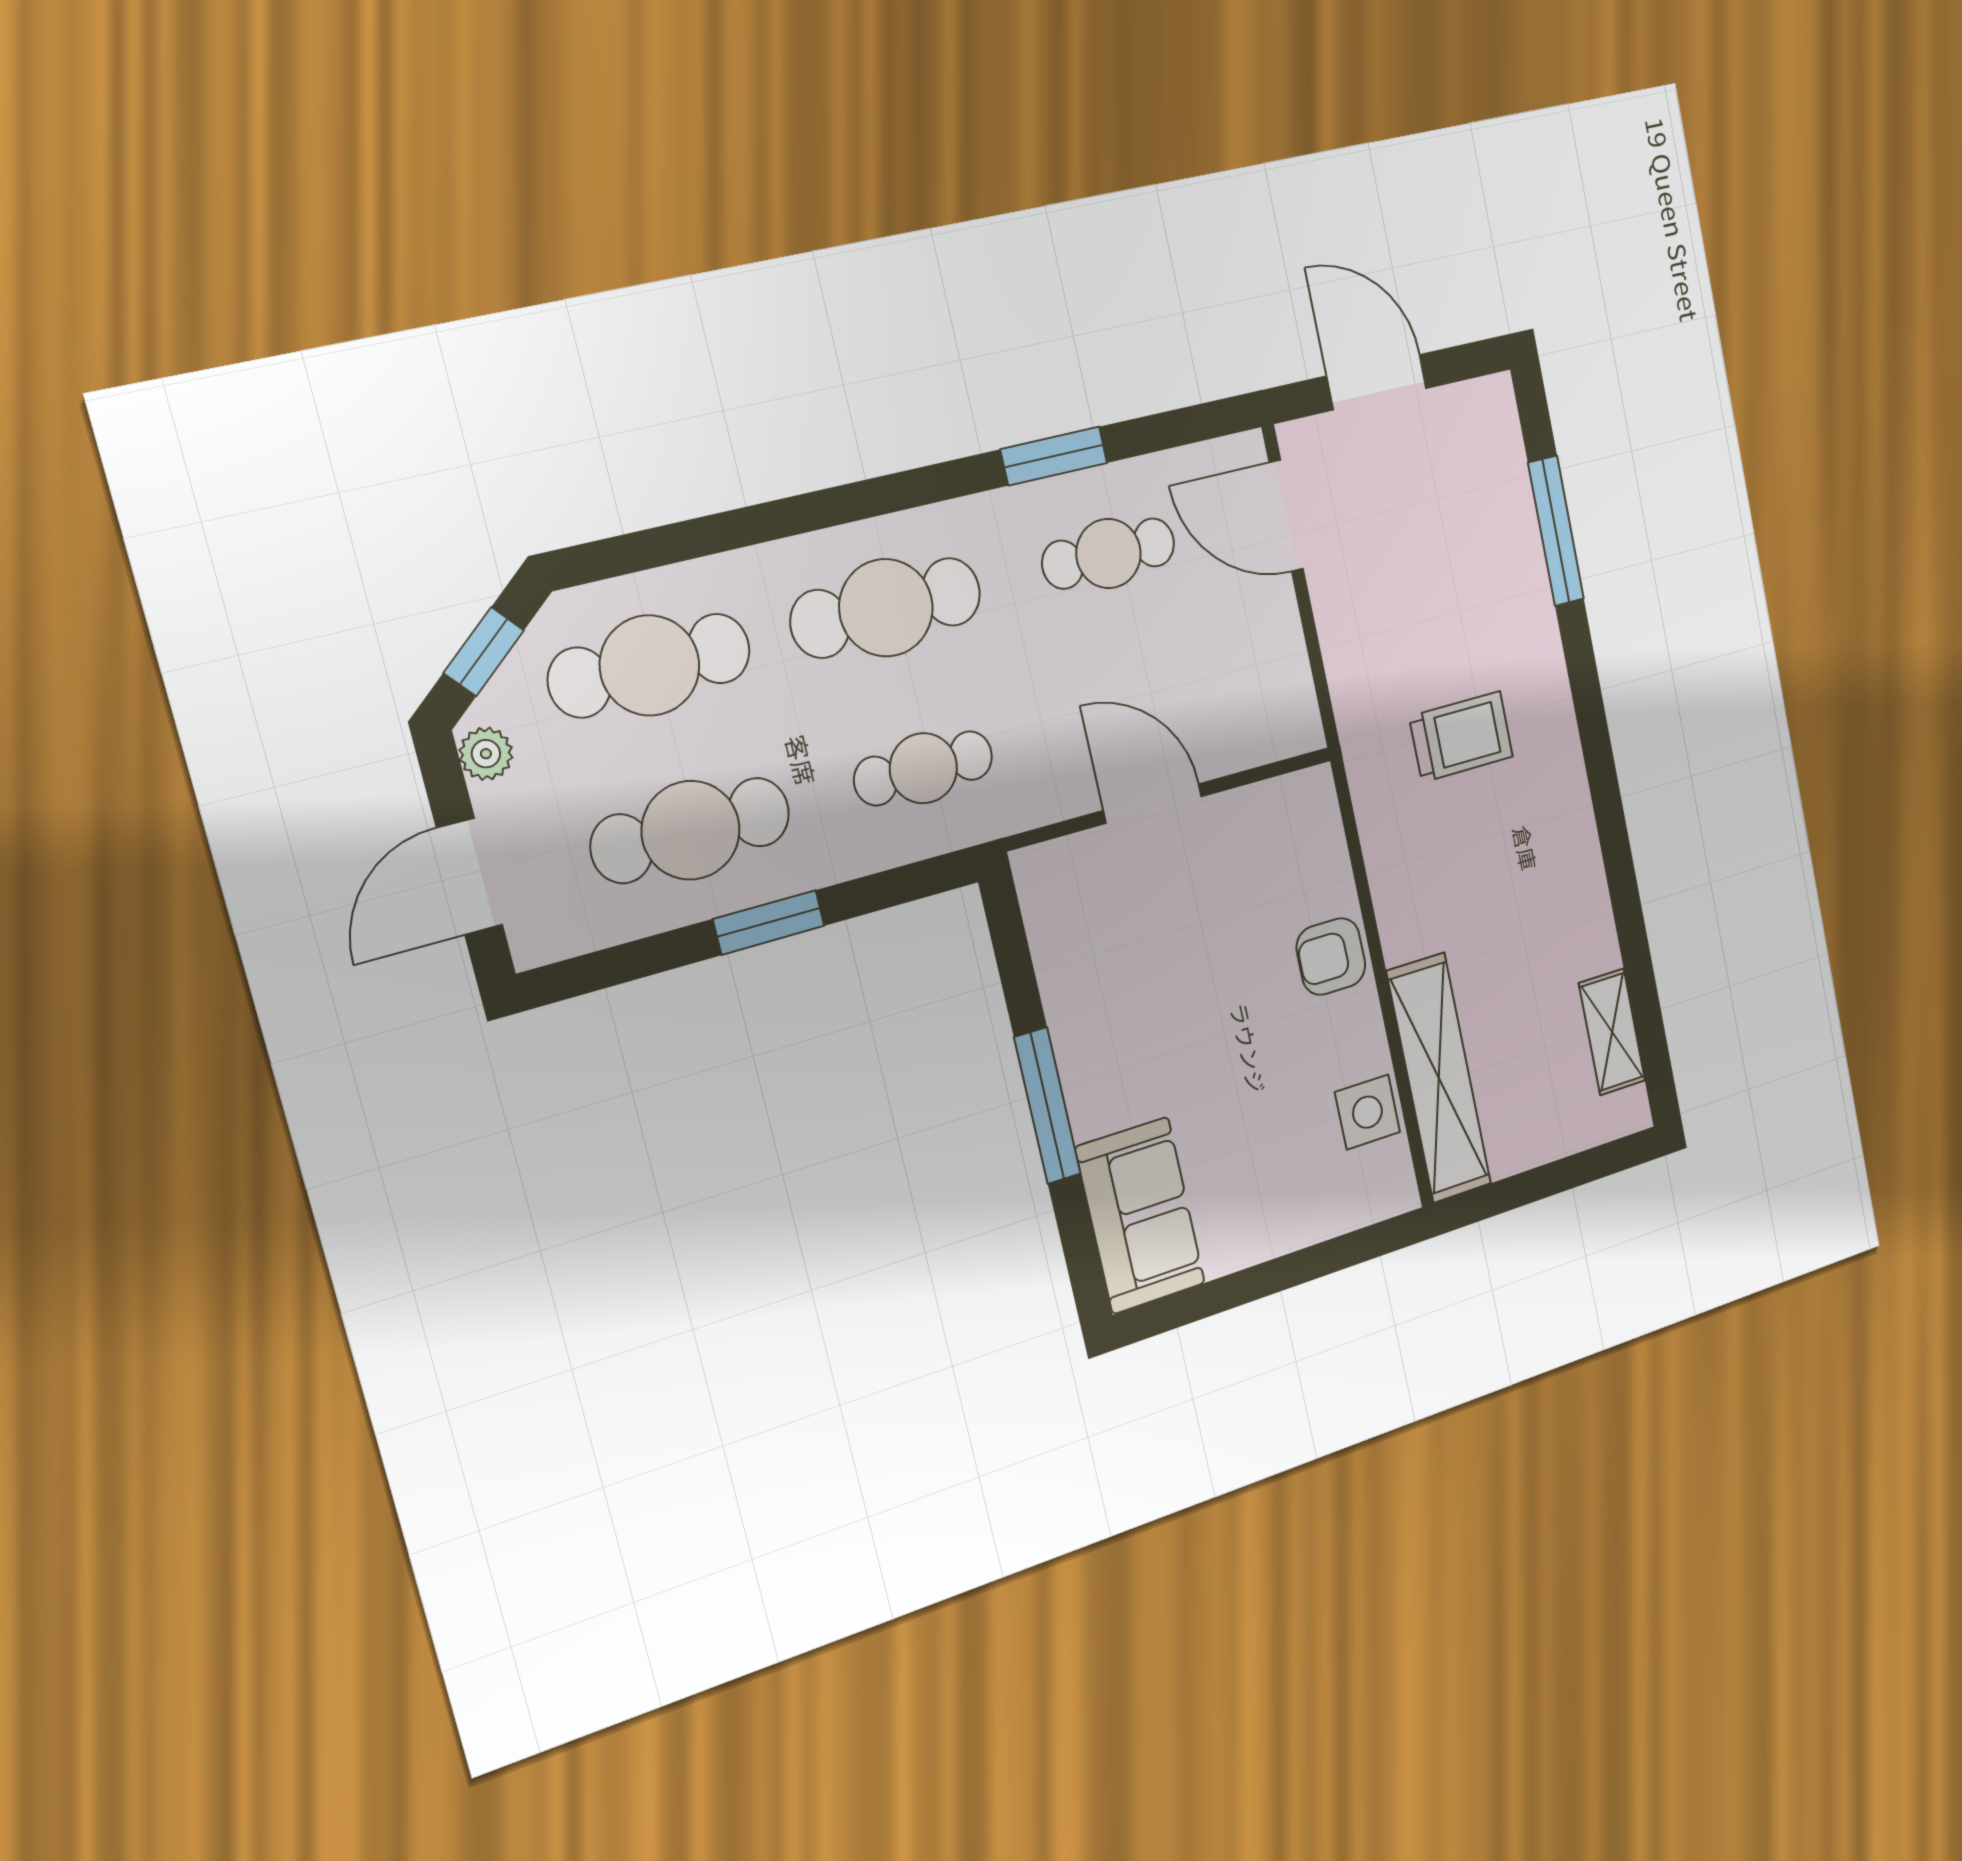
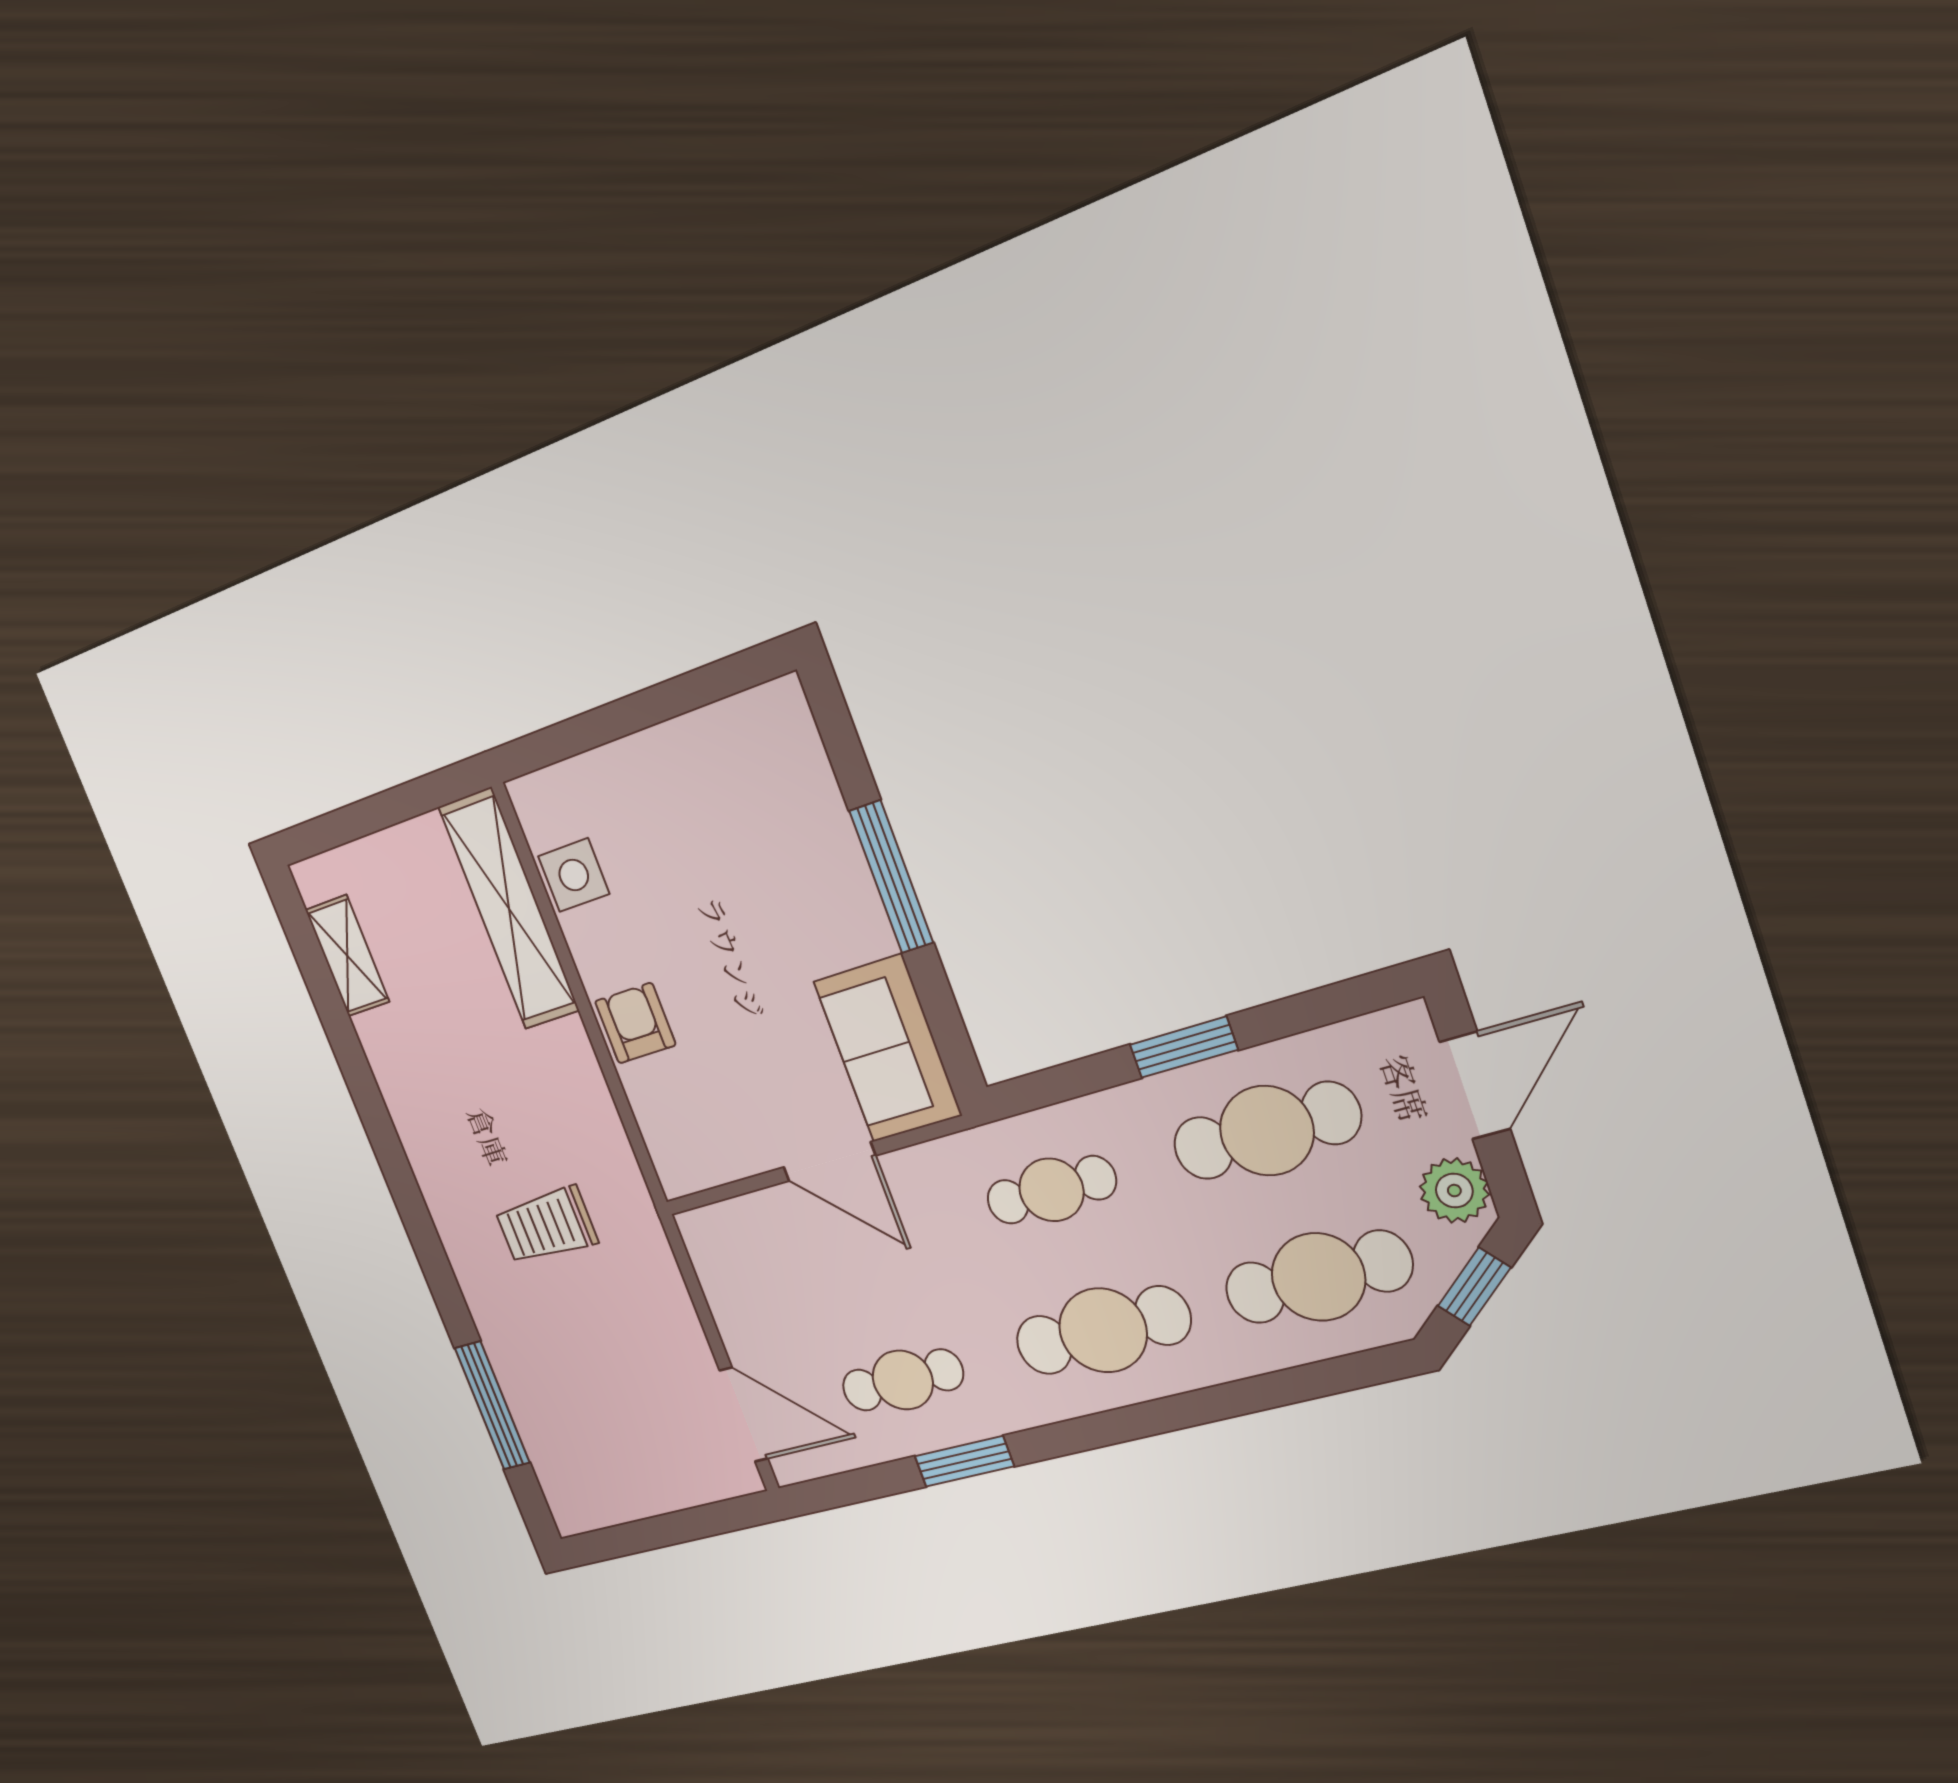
door: (1377, 382) -> (680, 1527), removed
plant: (486, 754) -> (1454, 1191), width x1.38, depth x1.38
armchair: (1331, 957) -> (635, 1023), turned -90
sofa: (1140, 1216) -> (888, 1048), moved

